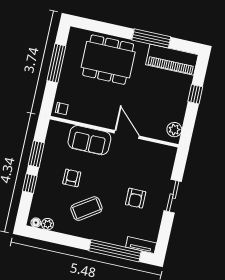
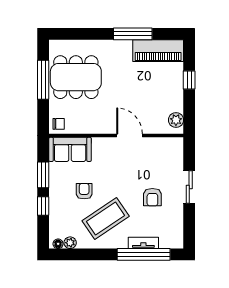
dining table: (108, 60) -> (76, 77), moved
sofa: (89, 140) -> (70, 149), moved
coffee table: (86, 209) -> (106, 219), width x1.36, depth x1.32
tv unit: (141, 245) -> (143, 243), moved

